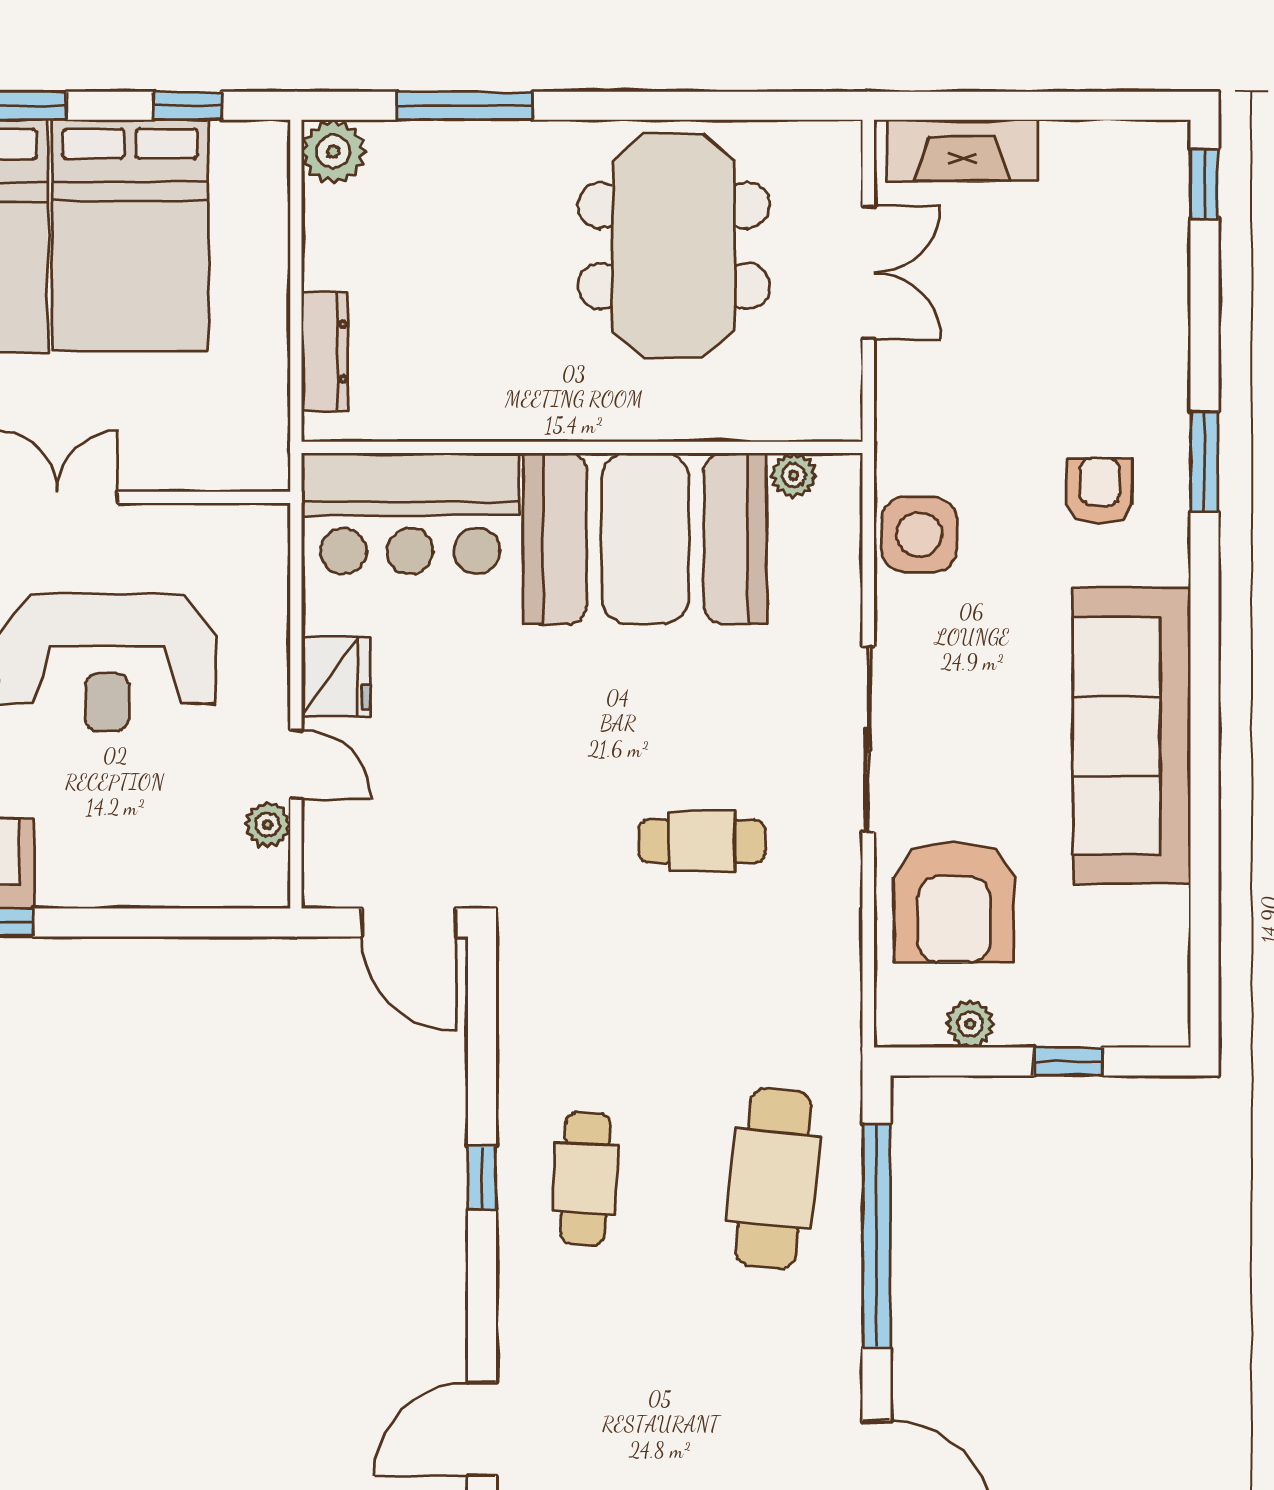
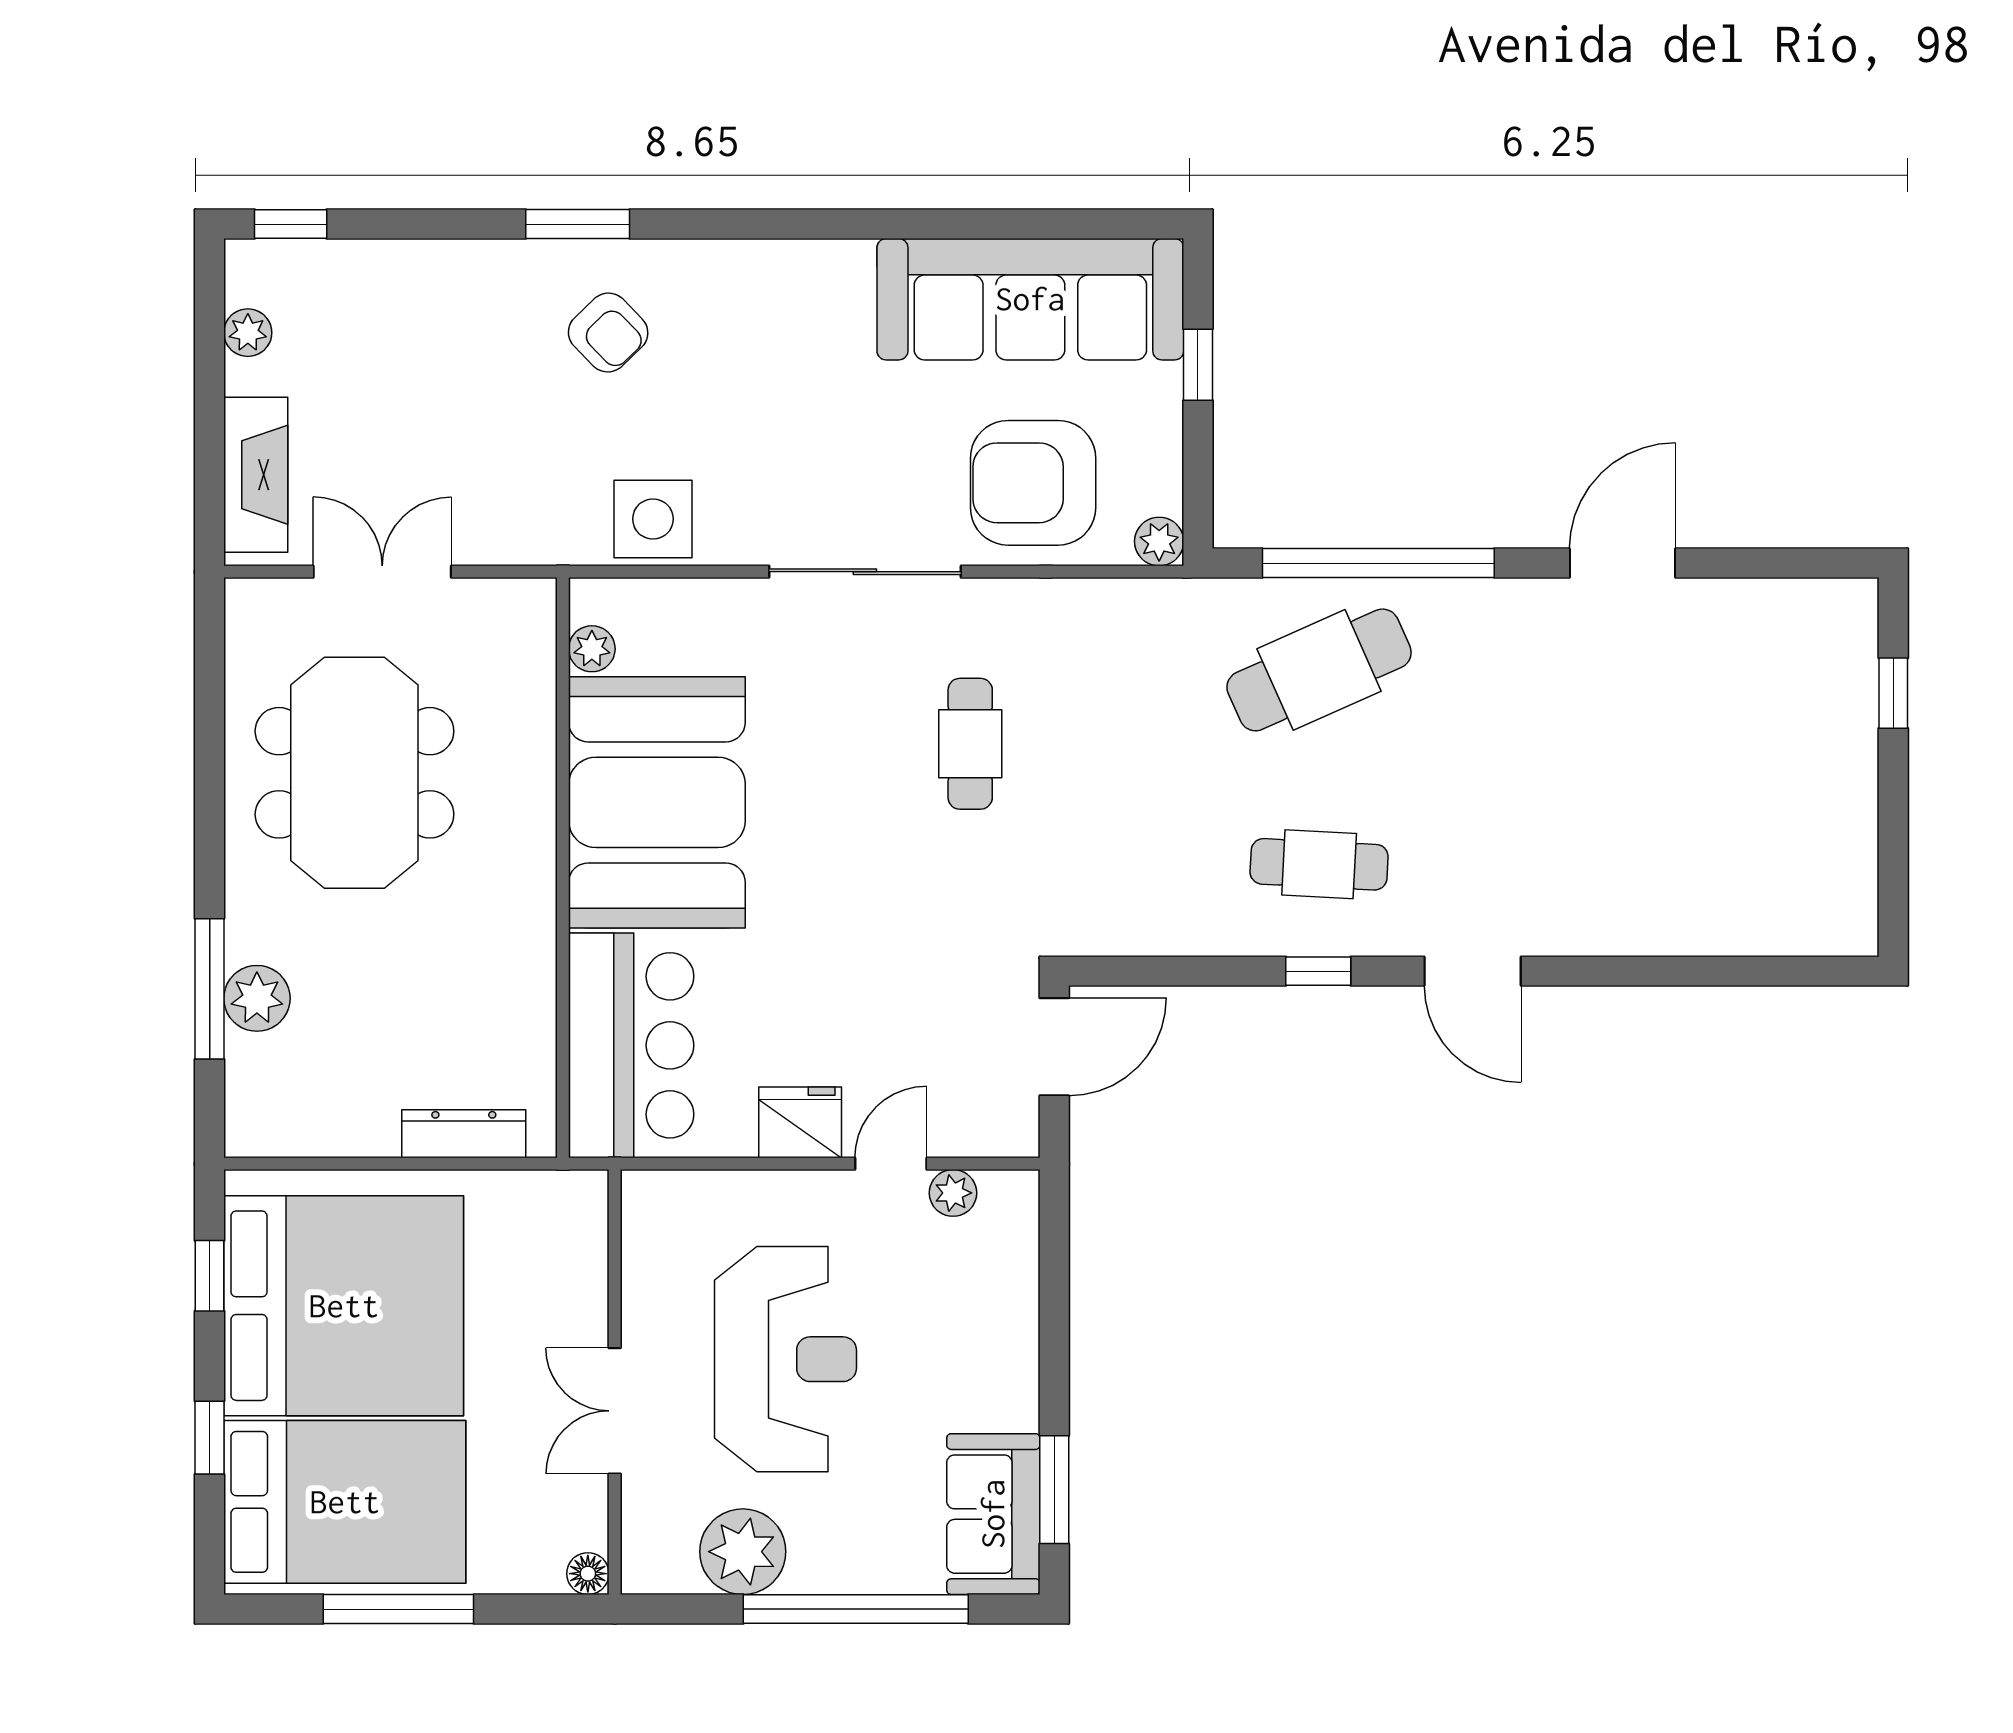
plant: (1099, 143) -> (248, 333), added
plant: (333, 152) -> (257, 998), moved
bed: (130, 235) -> (344, 1306), width x1.36
meeting table: (674, 246) -> (354, 773), turned 90
armchair: (1100, 491) -> (608, 332), turned -134
sofa: (1132, 736) -> (1030, 299), moved
armchair: (954, 902) -> (1033, 483), turned 180
plant: (970, 1024) -> (1159, 541), moved
cafe table: (773, 1178) -> (1319, 670), turned -30
door: (482, 1429) -> (1473, 971), moved

